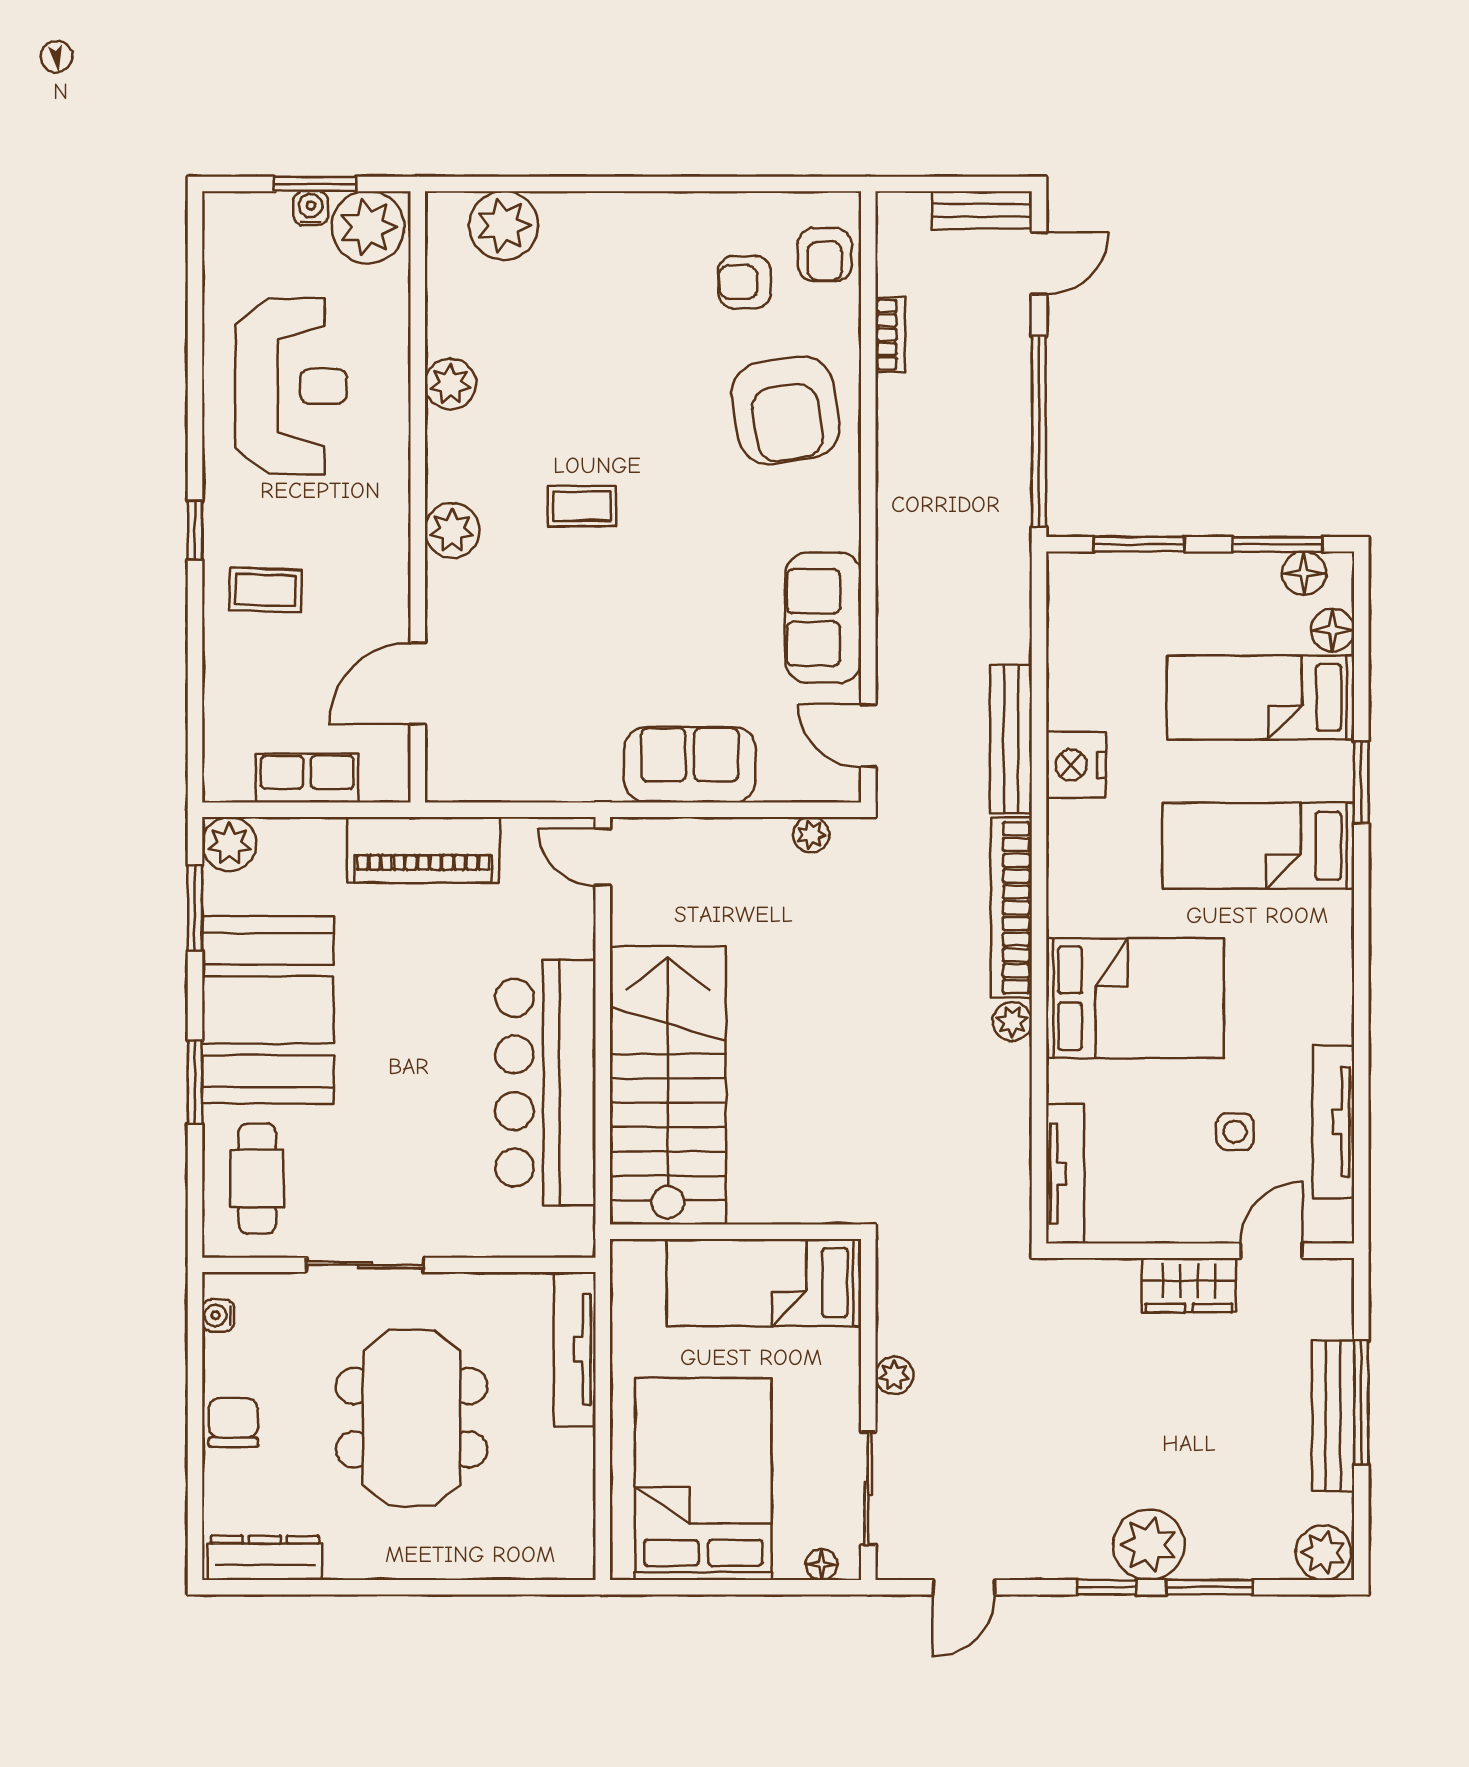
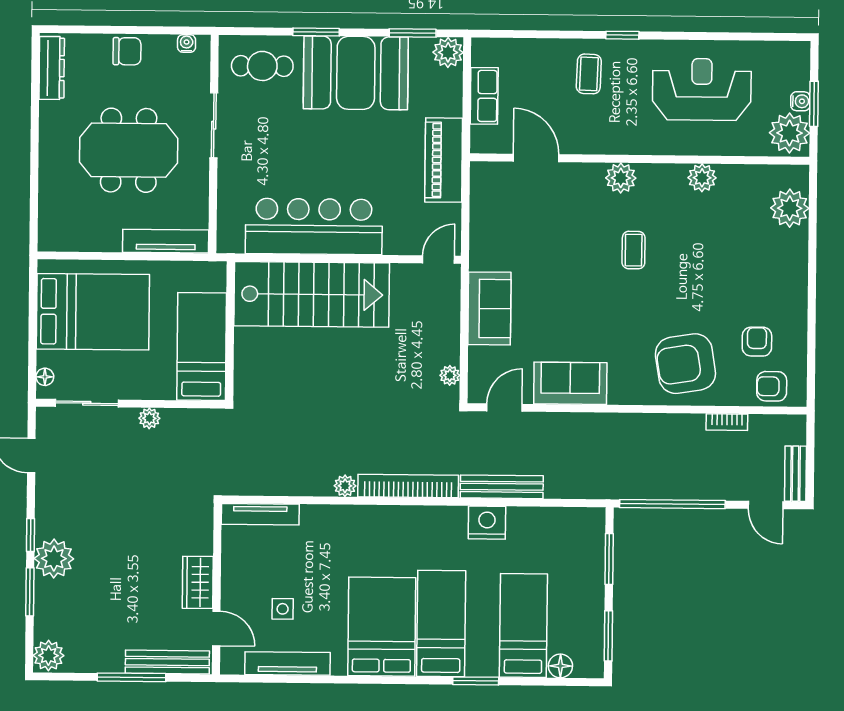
reception desk: (291, 386) -> (702, 89), turned 180
floor lamp: (1304, 573) -> (592, 650), removed
bed: (1135, 998) -> (382, 627), moved, turned 180
bench: (1333, 1416) -> (167, 662), moved

